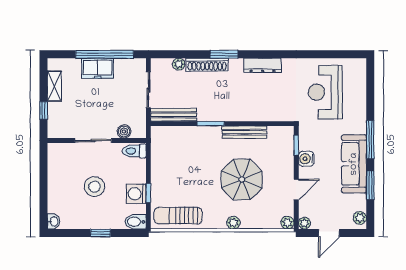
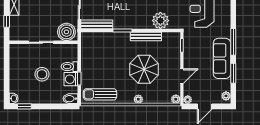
plant: (265, 109) -> (160, 21), added
boiler: (124, 131) -> (66, 32), width x1.86, depth x1.86
toilet: (134, 151) -> (69, 67), moved
water cooler: (306, 159) -> (189, 55), removed
window: (101, 233) -> (24, 106), moved

